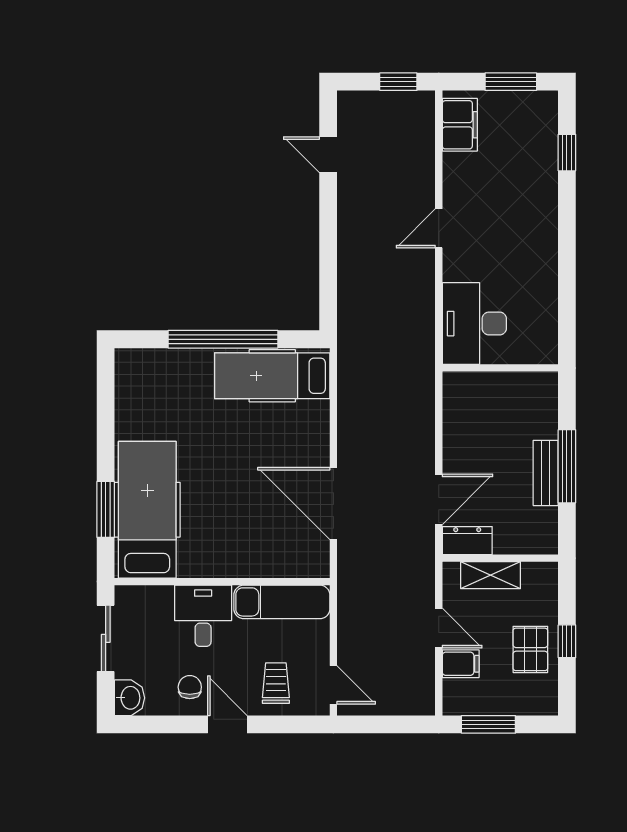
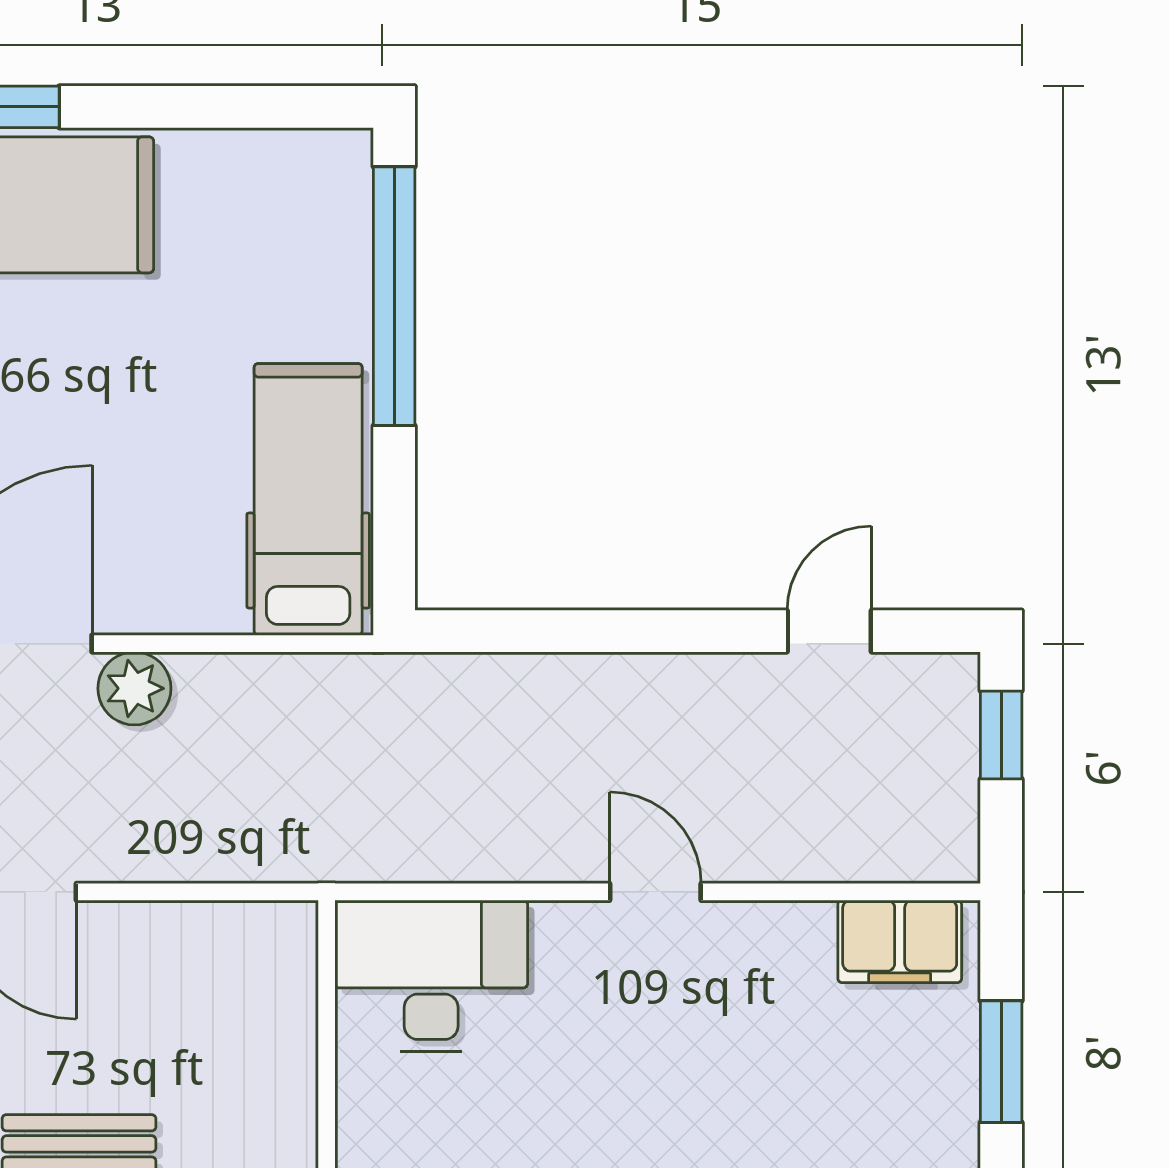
window: (398, 82) -> (1001, 735), moved
window: (223, 339) -> (394, 296), moved
plant: (352, 449) -> (134, 688), added

